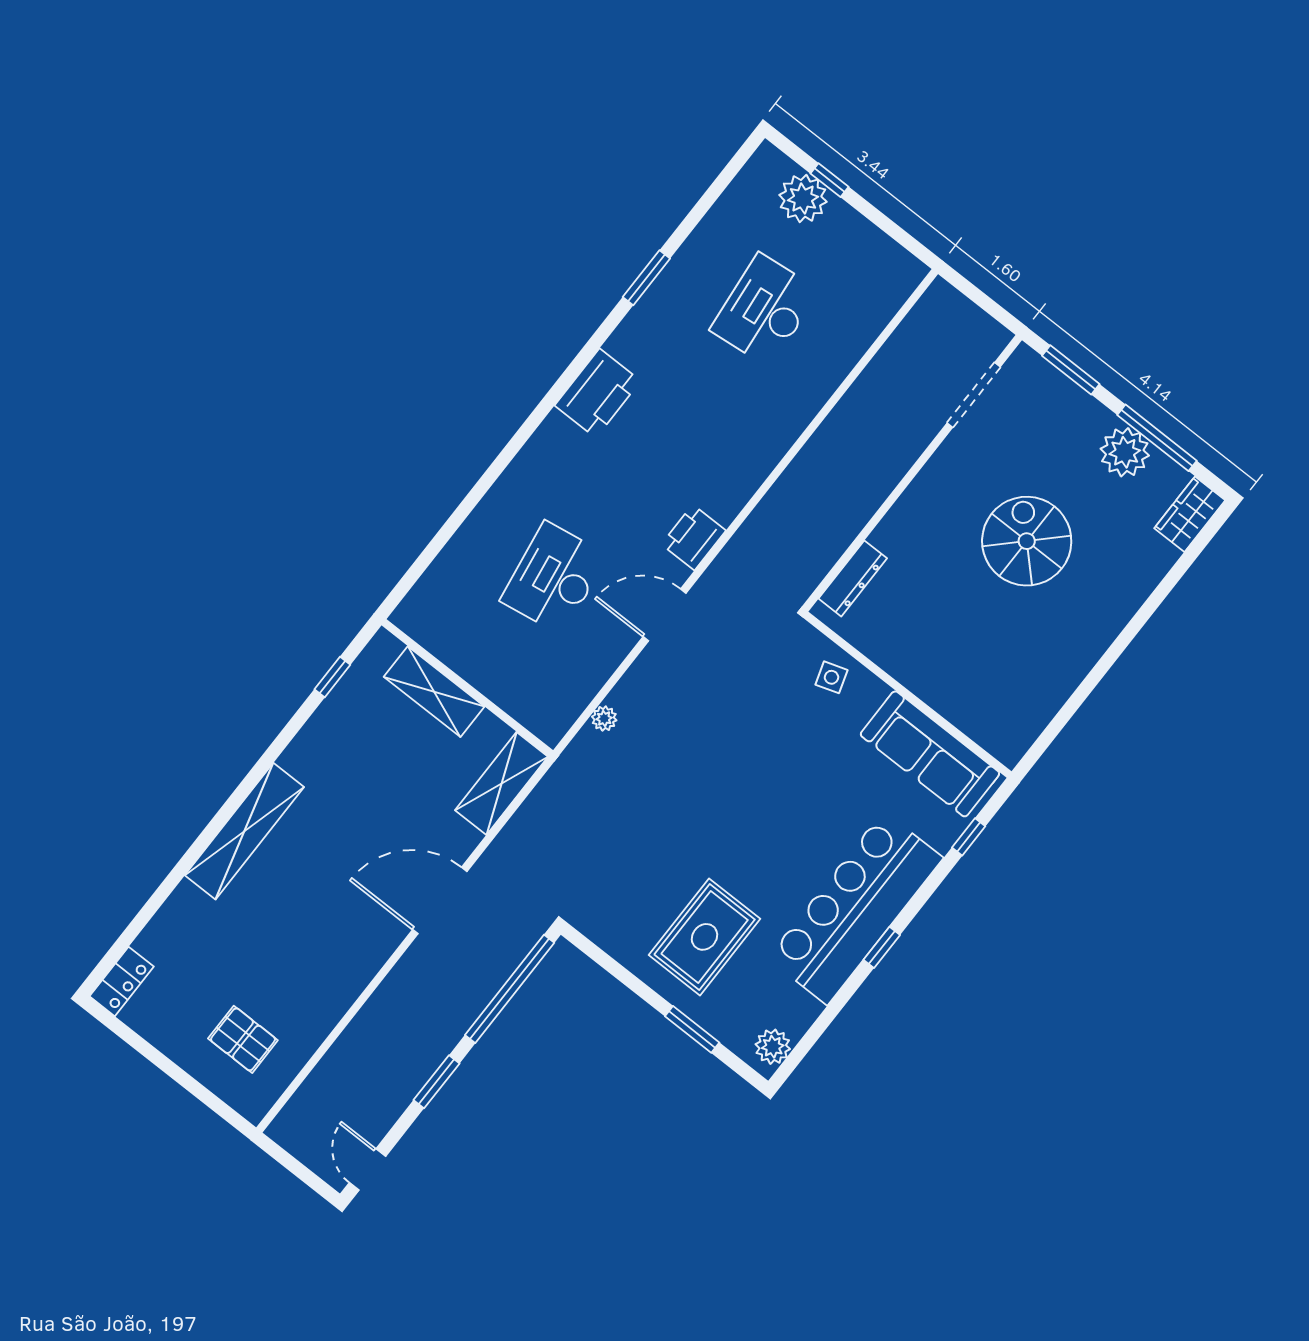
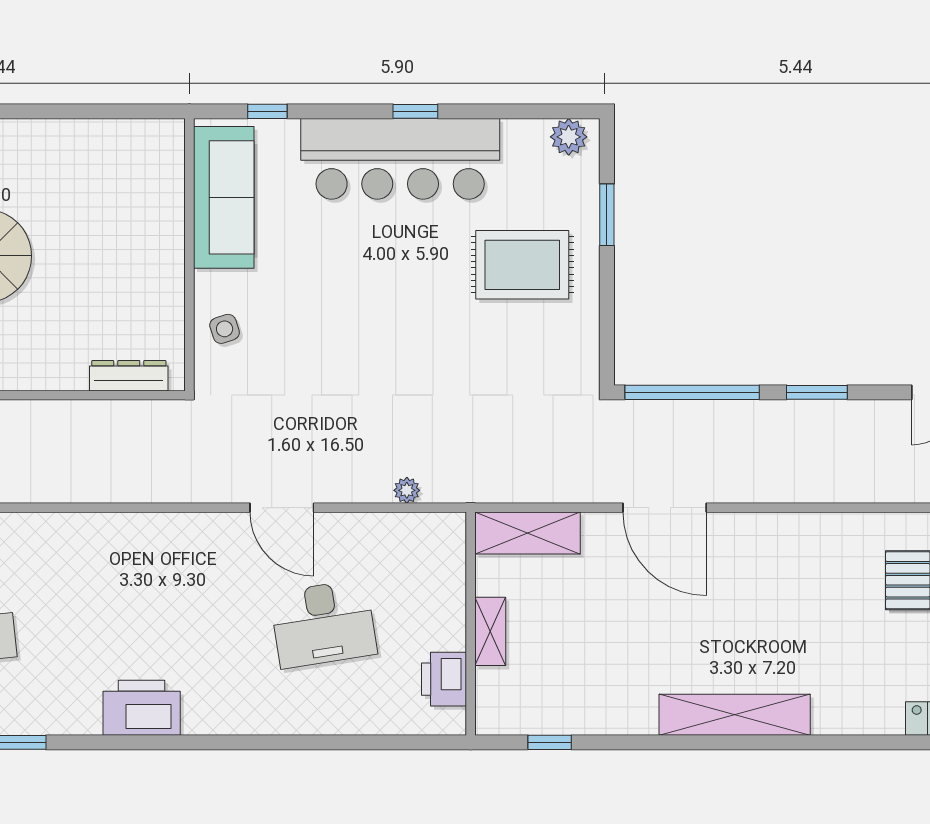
printer: (694, 537) -> (444, 679), moved, turned 90
shelving: (434, 692) -> (490, 631), width x0.67, depth x0.75

